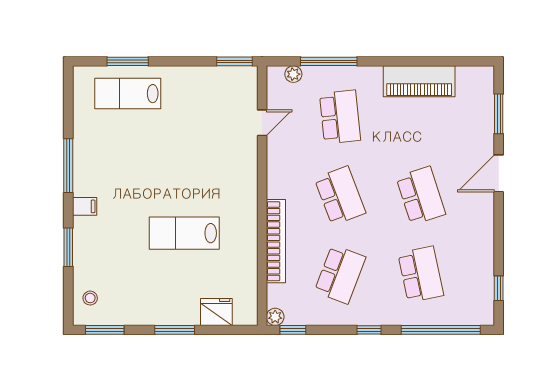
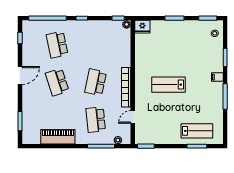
door: (499, 173) -> (20, 76), moved
school desk: (340, 196) -> (96, 82), turned 33
lab bench: (184, 233) -> (168, 85), moved, turned 180
bookcase: (276, 241) -> (126, 87), moved
school desk: (340, 274) -> (96, 45), removed
fridge: (216, 312) -> (142, 27), moved

